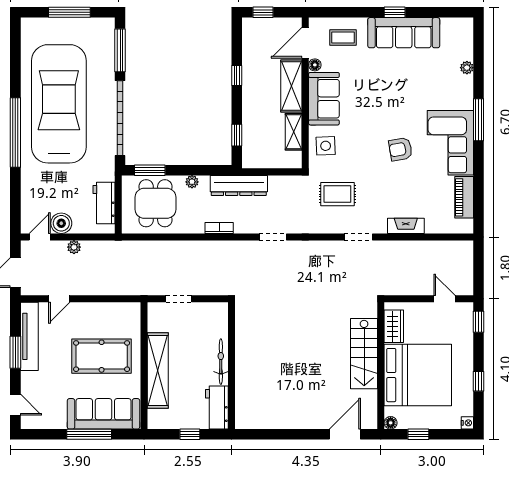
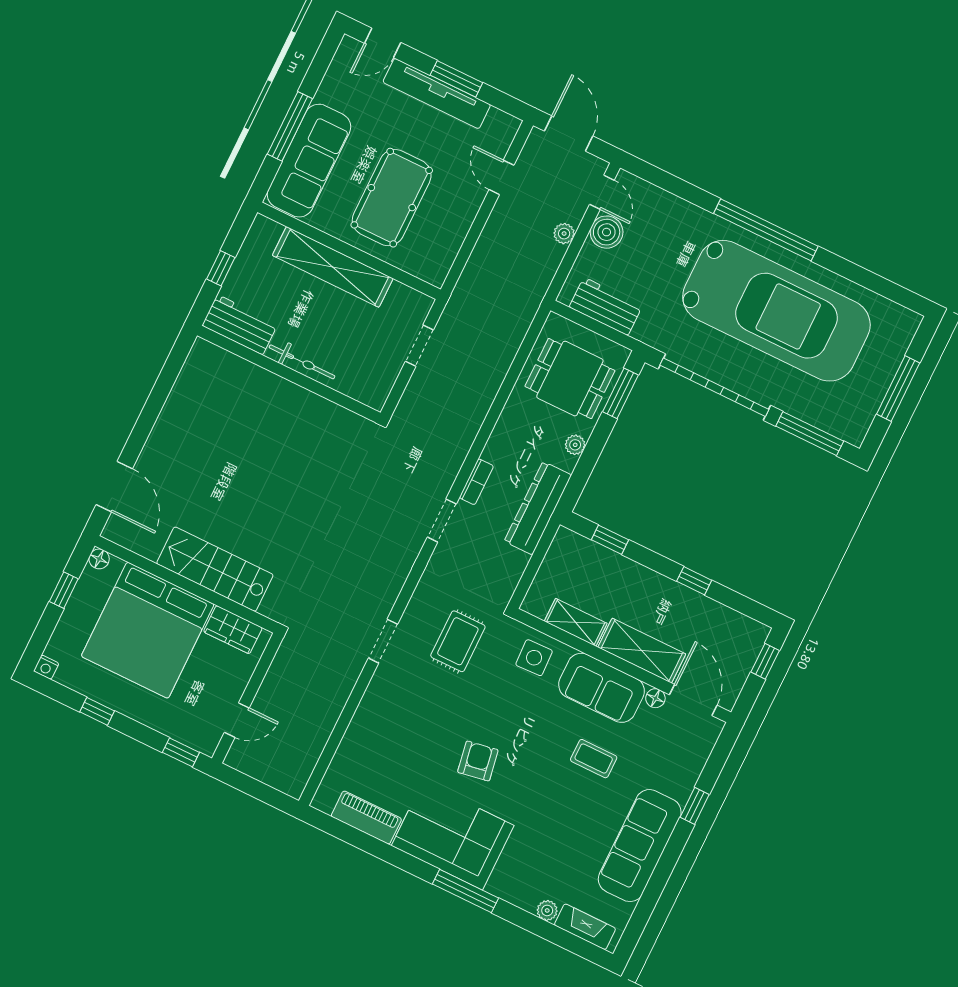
window: (395, 12) -> (695, 806), moved
coffee table: (343, 37) -> (594, 759), moved, turned 90
fireplace: (406, 226) -> (585, 927), moved, turned -90
bookcase: (219, 228) -> (476, 482), moved
tv unit: (29, 336) -> (437, 93), moved

